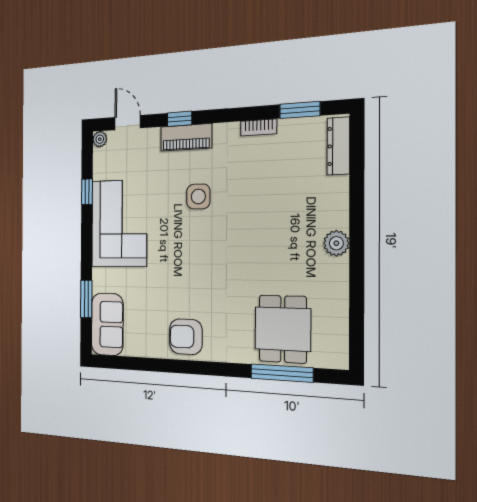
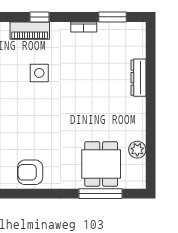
window: (179, 119) -> (39, 17), moved
dresser: (338, 146) -> (138, 78), moved
plant: (336, 243) -> (137, 150), moved

